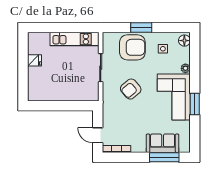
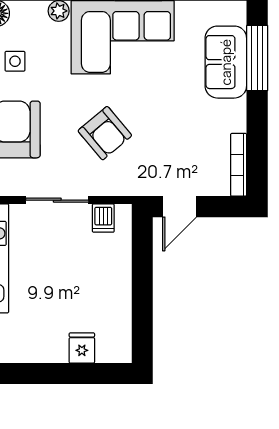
fridge: (34, 60) -> (82, 348), moved
dishwasher: (93, 88) -> (103, 218), added
door: (98, 135) -> (179, 207), moved

